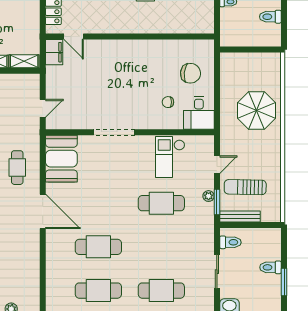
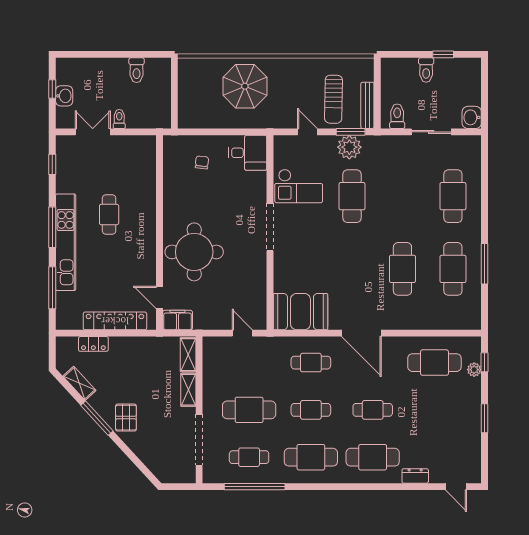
door: (74, 37) -> (159, 297), swing flipped
round table: (113, 67) -> (194, 252), added
chair: (191, 73) -> (202, 162), width x0.54, depth x0.54
chair: (168, 102) -> (235, 188), removed
doorway: (114, 132) -> (270, 227), moved
plant: (209, 196) -> (349, 147), width x1.87, depth x1.87
door: (43, 211) -> (361, 333), swing flipped
cafe table: (17, 275) -> (434, 363), added
window: (284, 282) -> (443, 54), width x0.67

